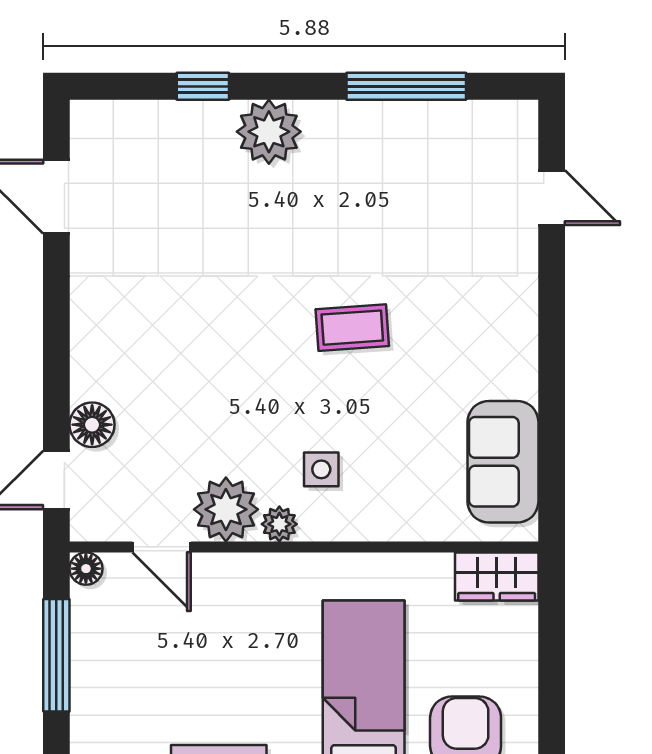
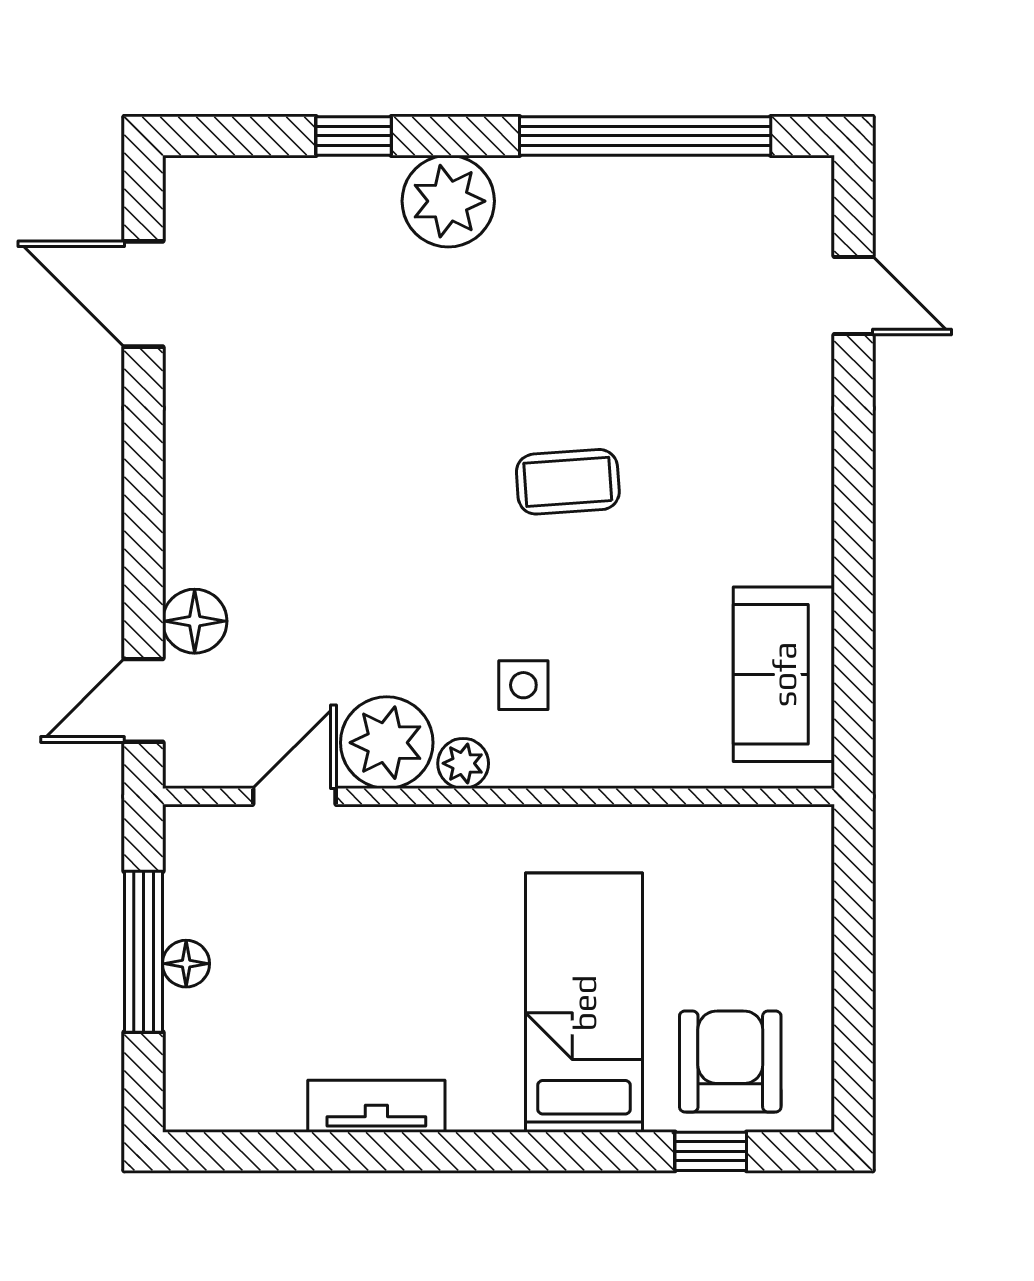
window: (406, 86) -> (645, 136), width x1.46
door: (162, 547) -> (294, 796), swing flipped
floor lamp: (86, 569) -> (186, 964), moved
wardrobe: (497, 576) -> (775, 839), removed

